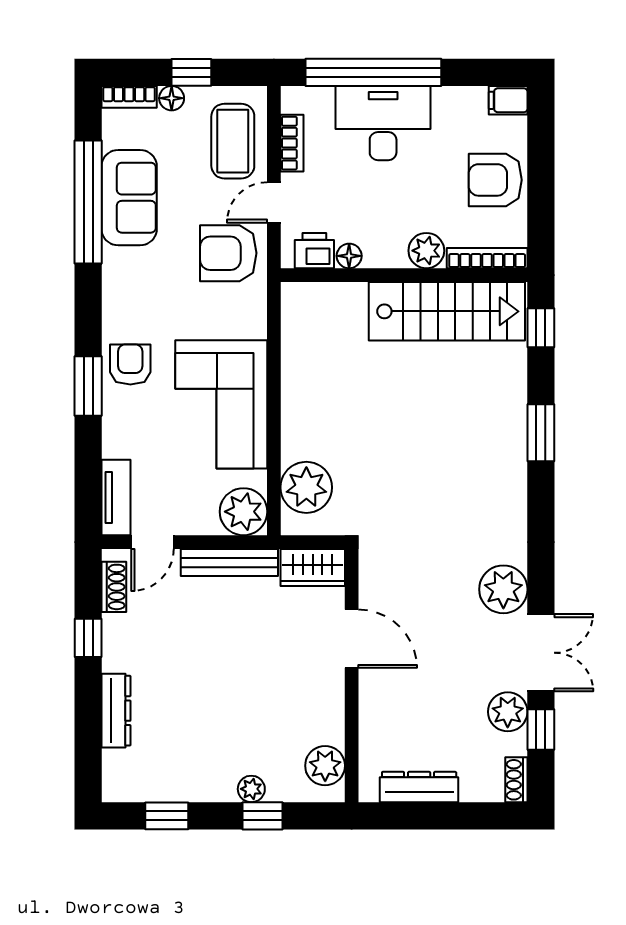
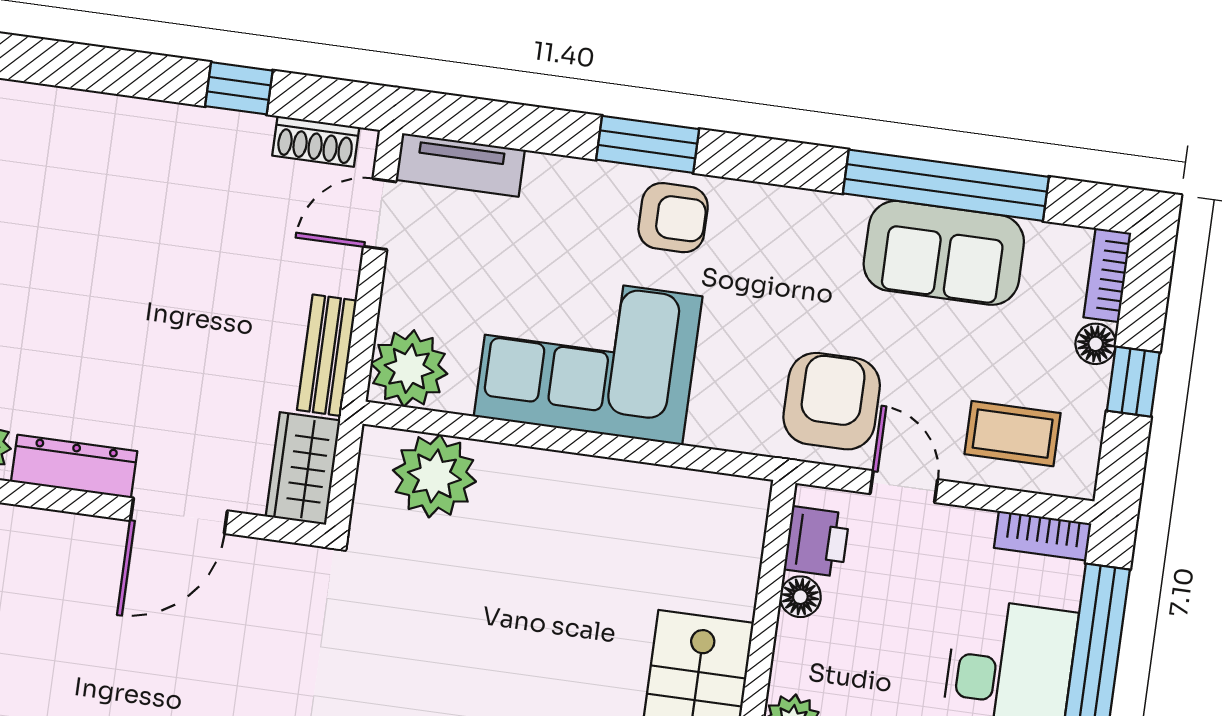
coffee table: (233, 141) -> (1013, 434), width x0.73, depth x0.77
bookcase: (292, 143) -> (1043, 536), moved
door: (152, 542) -> (380, 214), hinge flipped
bench: (229, 562) -> (327, 355), width x0.73
dresser: (116, 711) -> (74, 466), moved, turned 180

